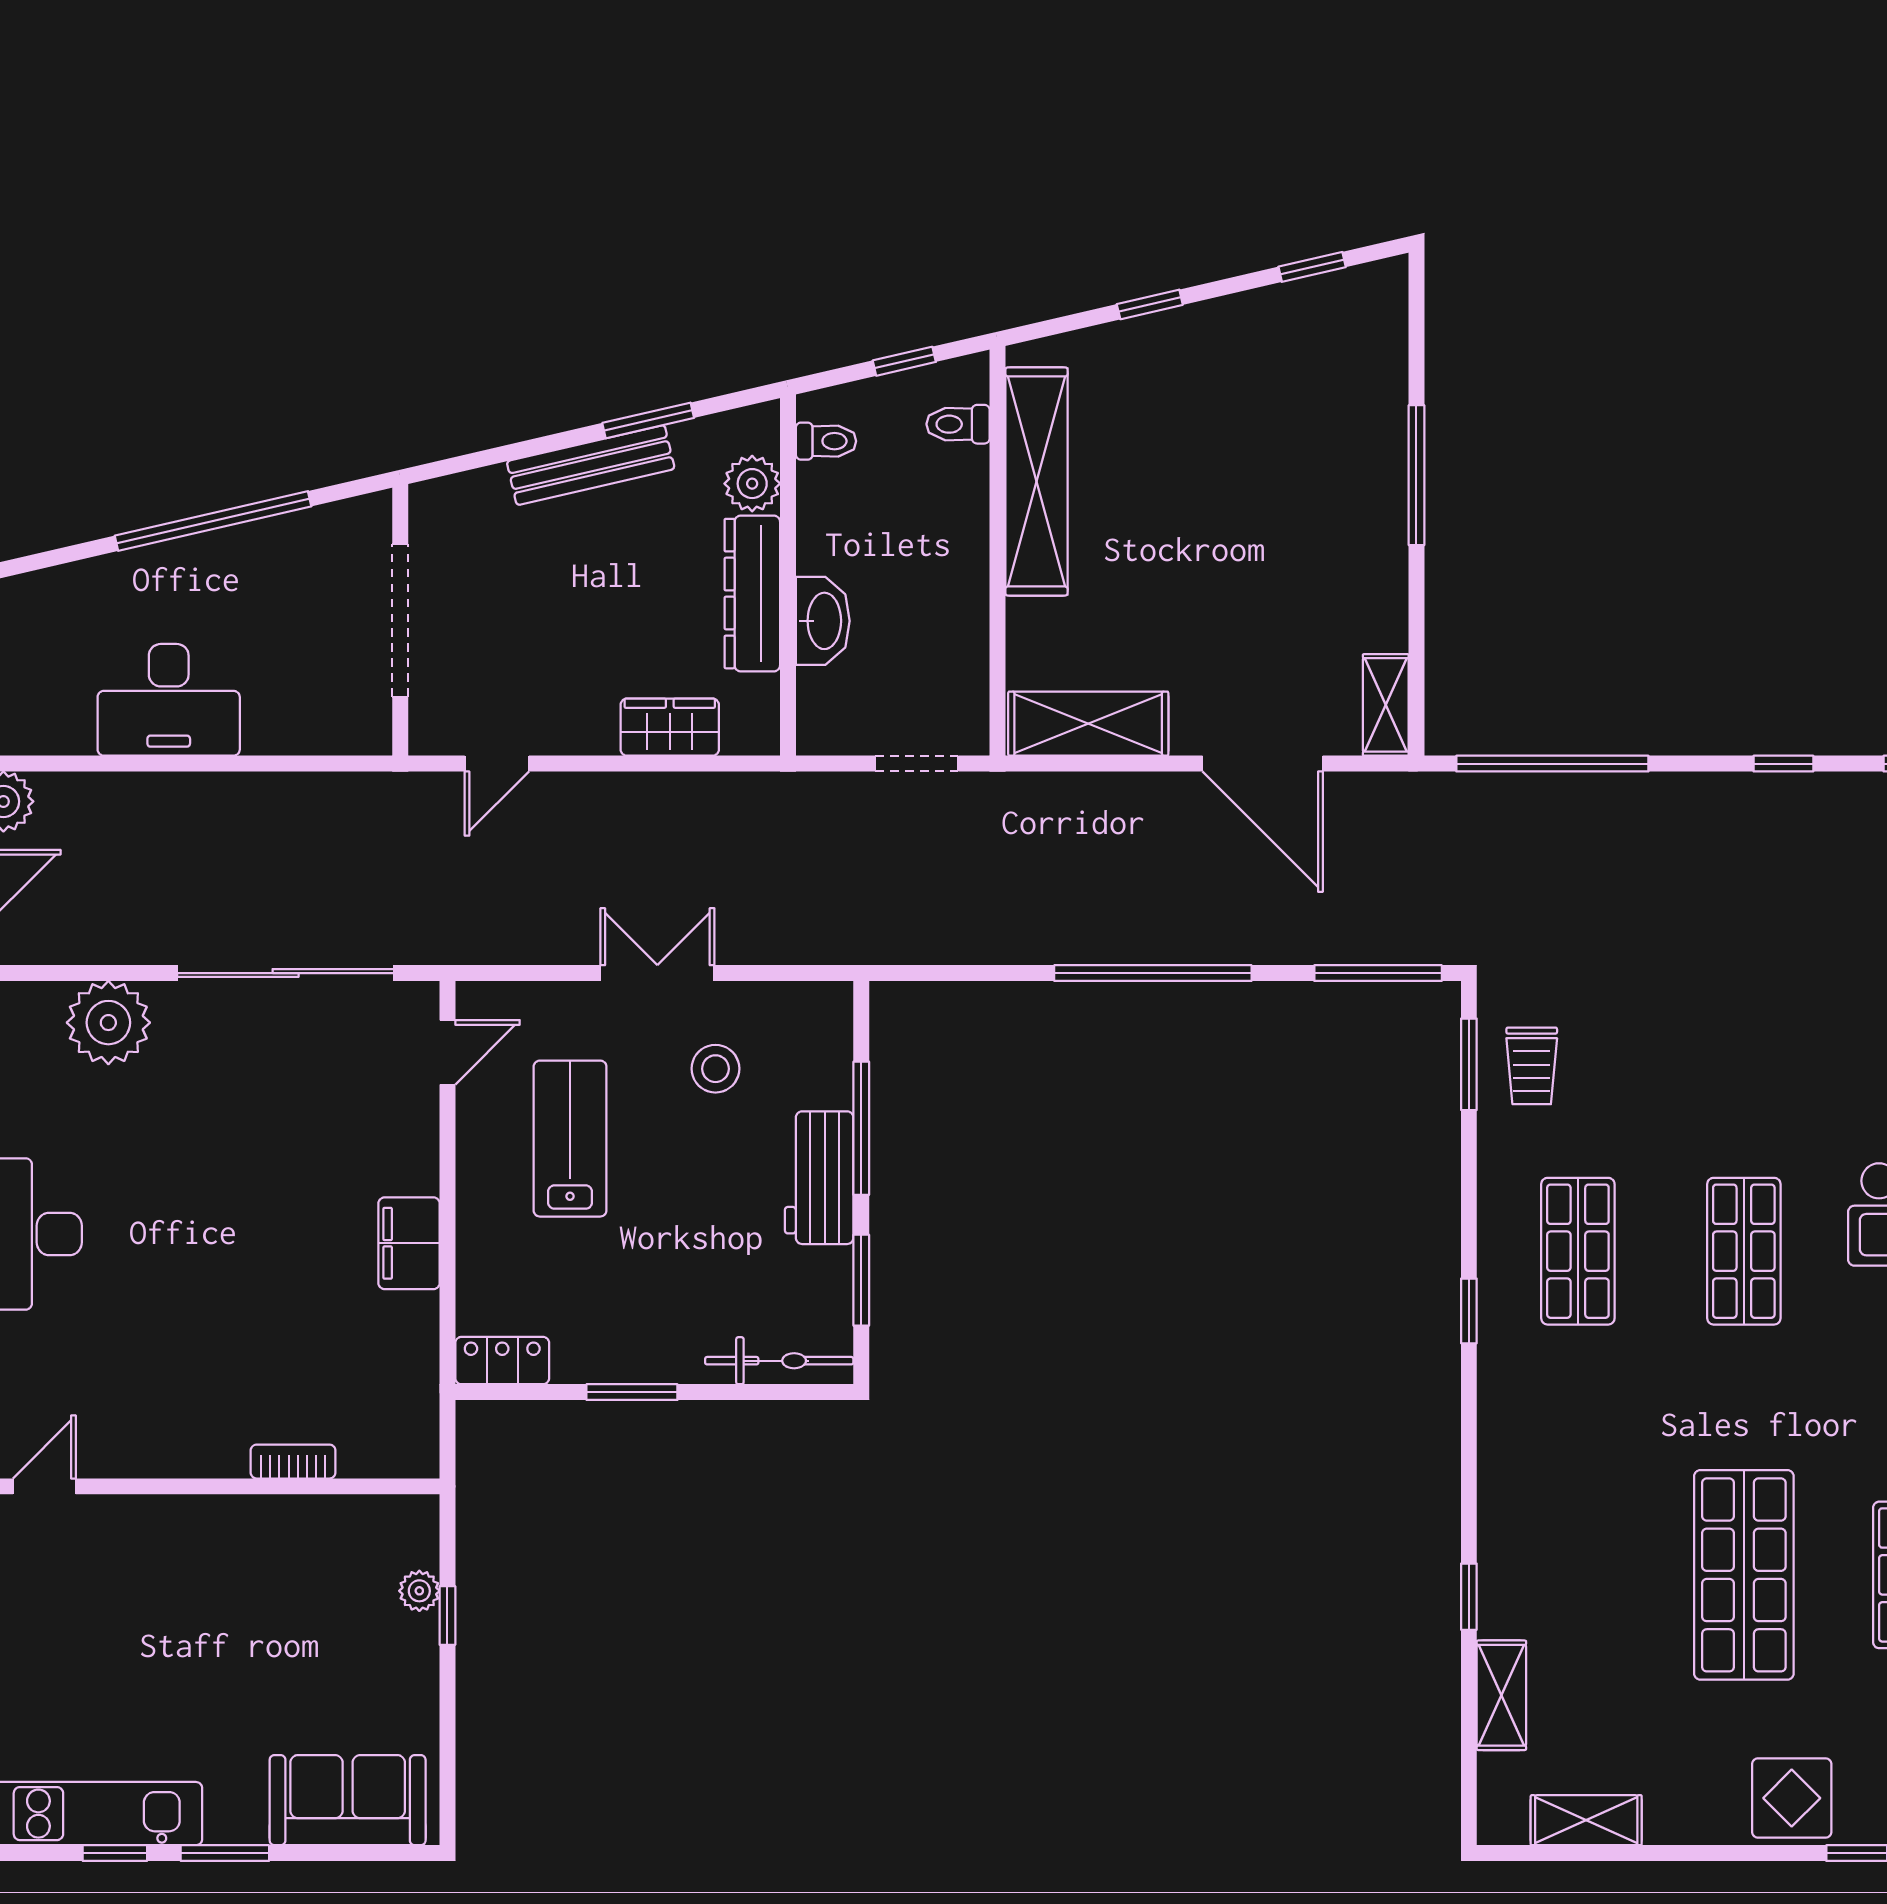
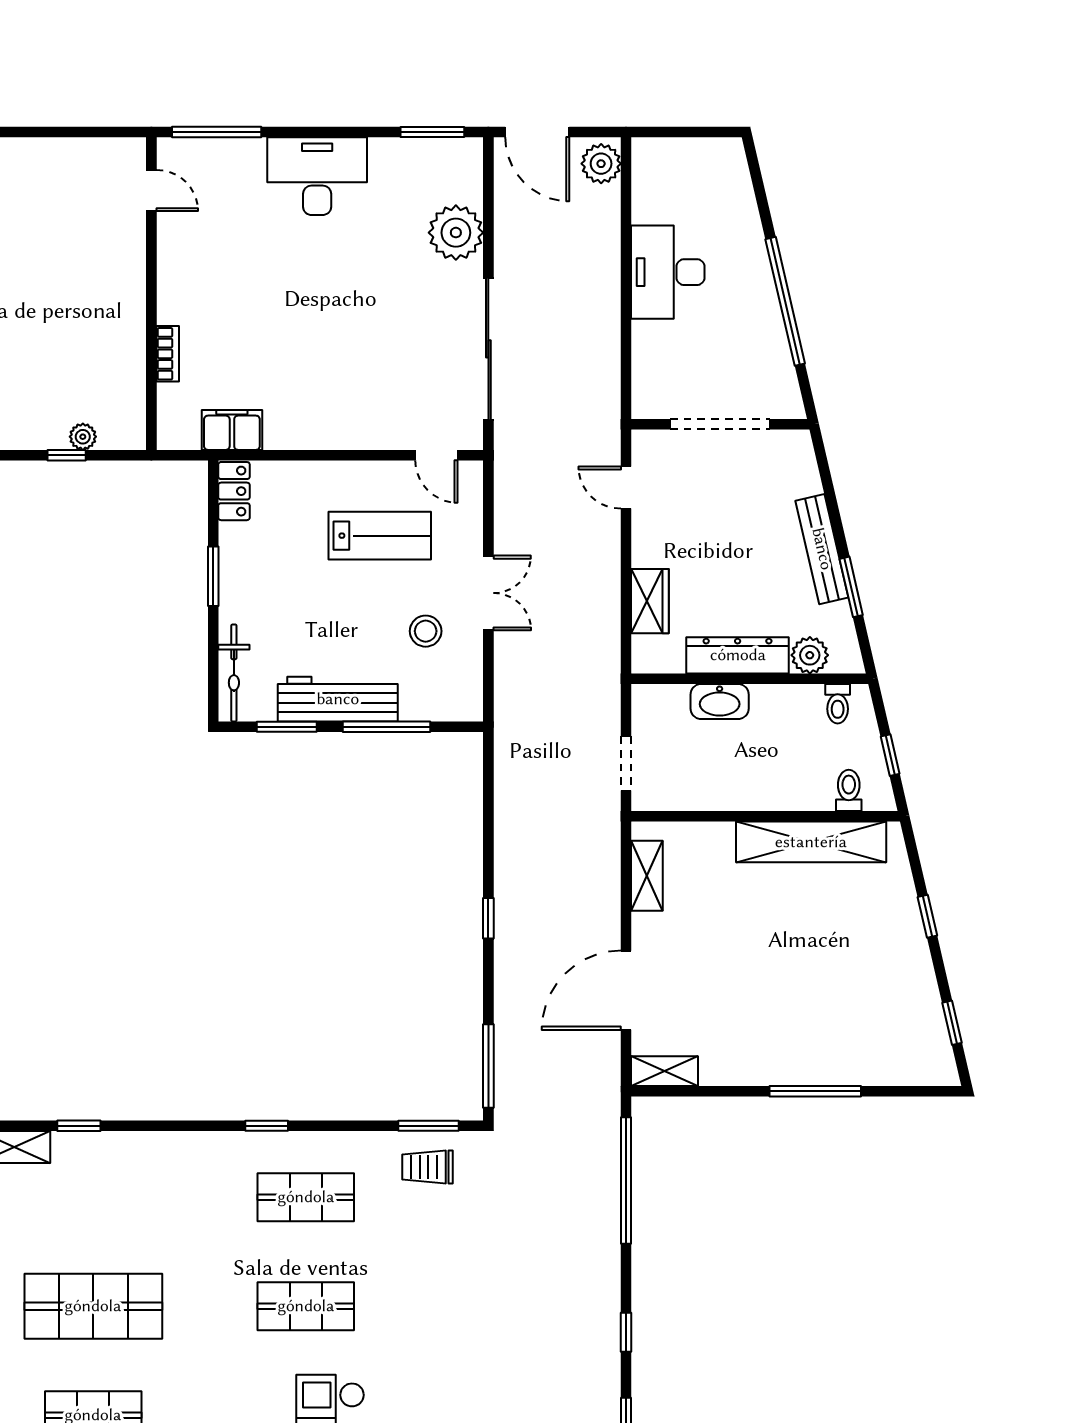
shelving: (1088, 724) -> (647, 876), width x0.67, depth x0.75
window: (1153, 973) -> (488, 918), width x0.32
workbench: (819, 1178) -> (338, 699), width x1.38
filing cabinet: (409, 1243) -> (232, 430), moved

